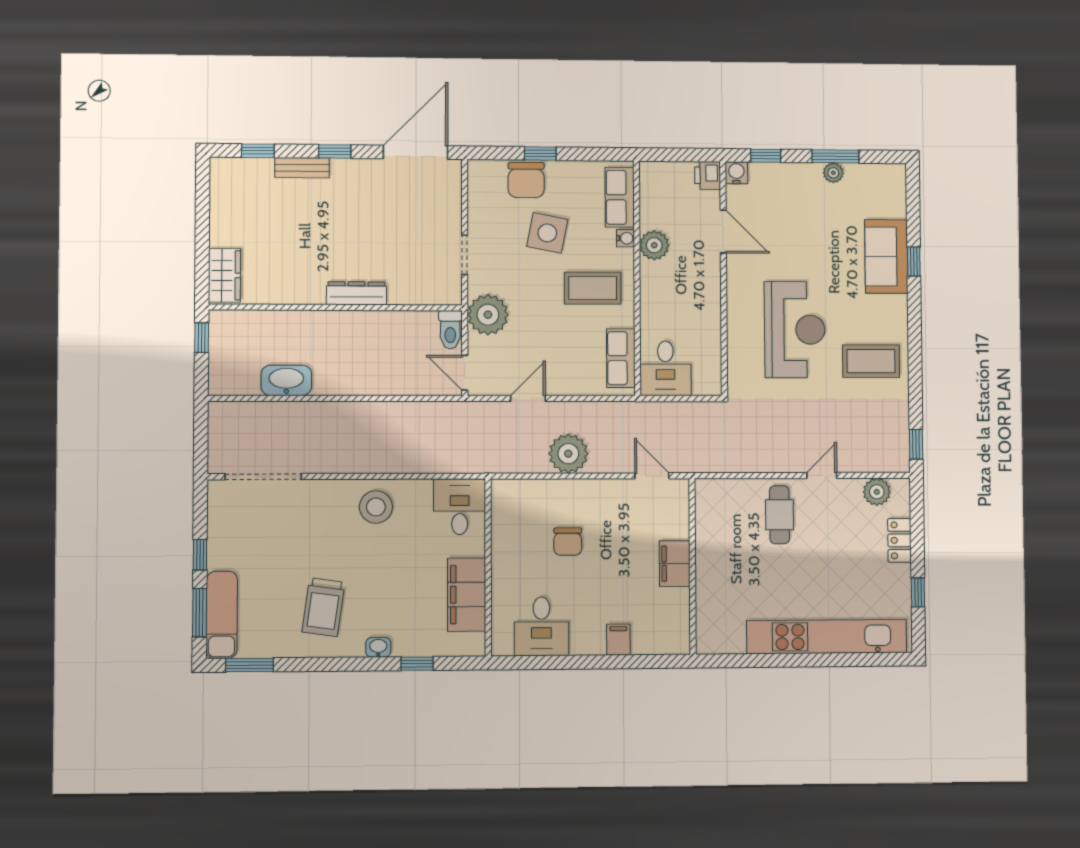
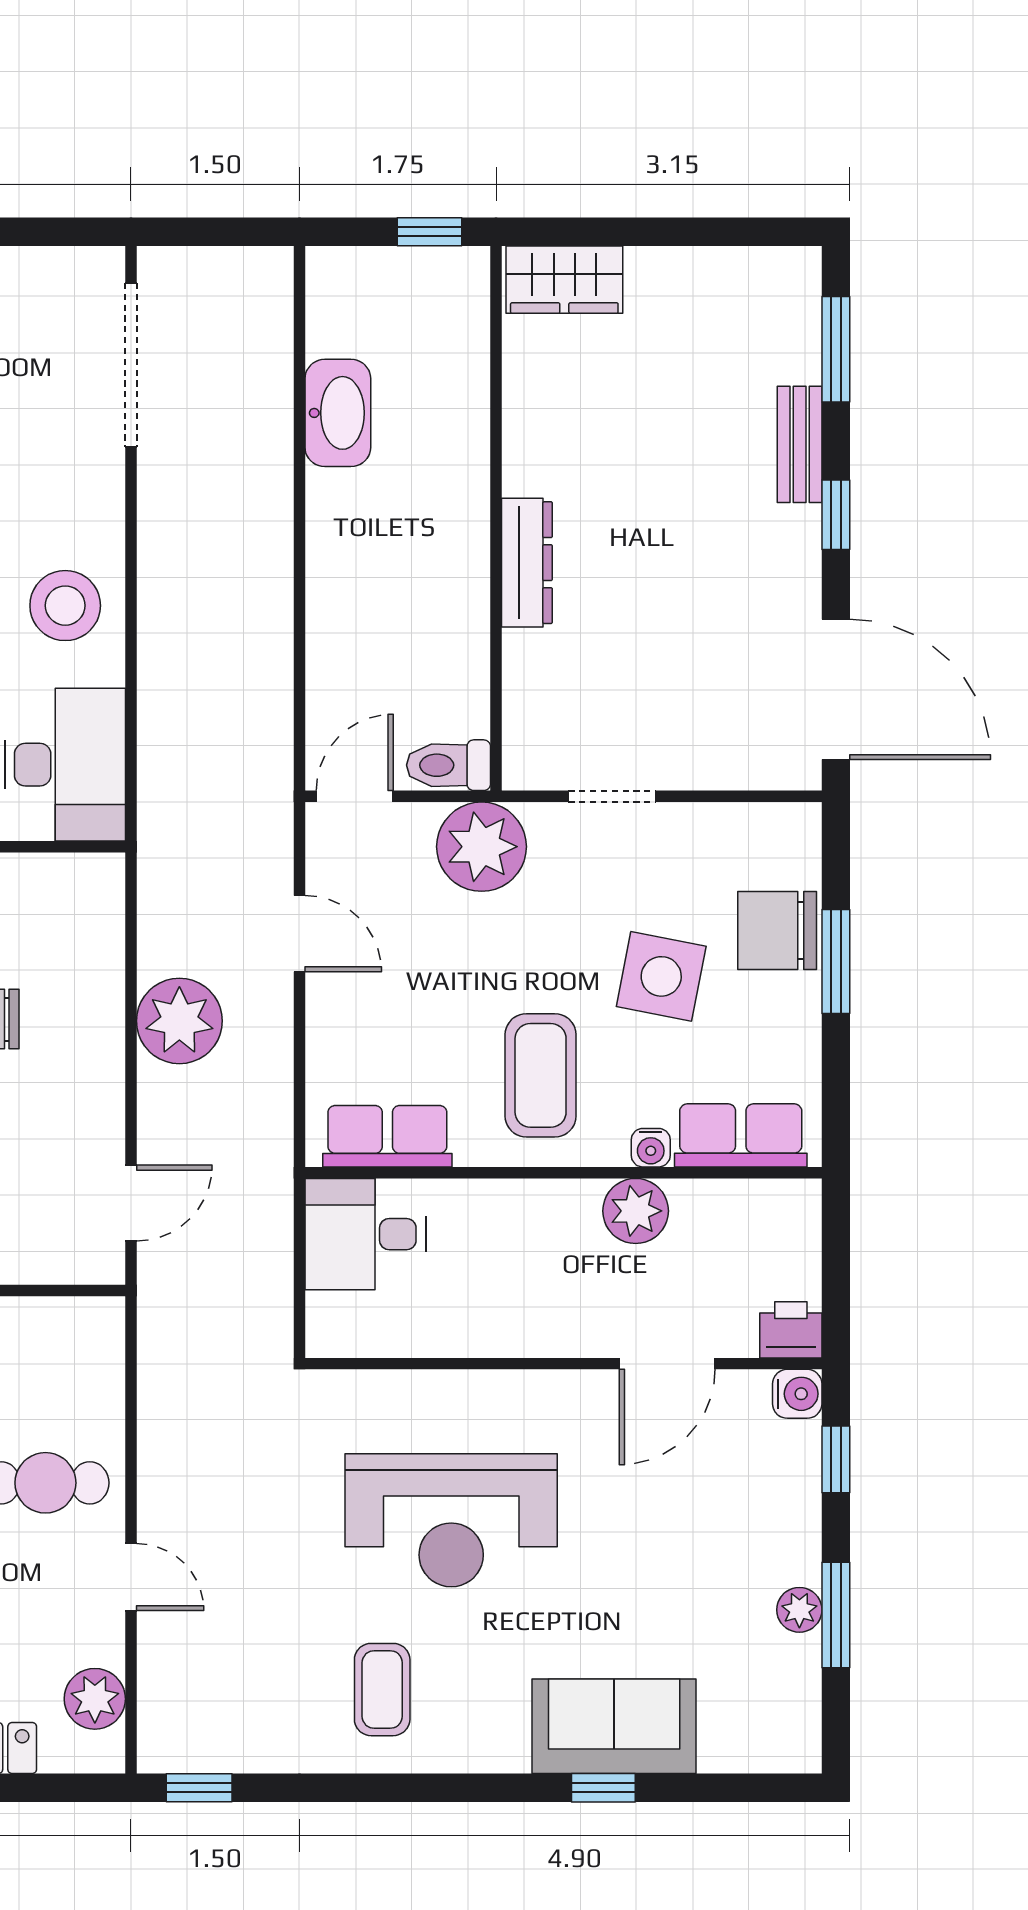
window: (258, 151) -> (836, 349), width x1.50
window: (540, 154) -> (836, 961), width x1.50
coffee table: (871, 361) -> (382, 1690), width x0.73, depth x0.77
desk: (460, 507) -> (65, 765), width x1.37

